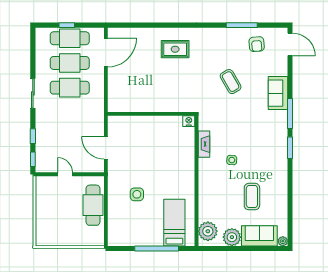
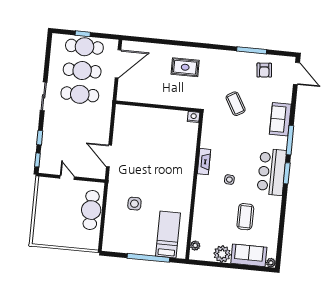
wall: (151, 114) -> (158, 106), moved
nightstand: (189, 121) -> (194, 117), moved
bar counter: (274, 148) -> (272, 172), added
plant: (208, 231) -> (195, 246), width x0.53, depth x0.53

